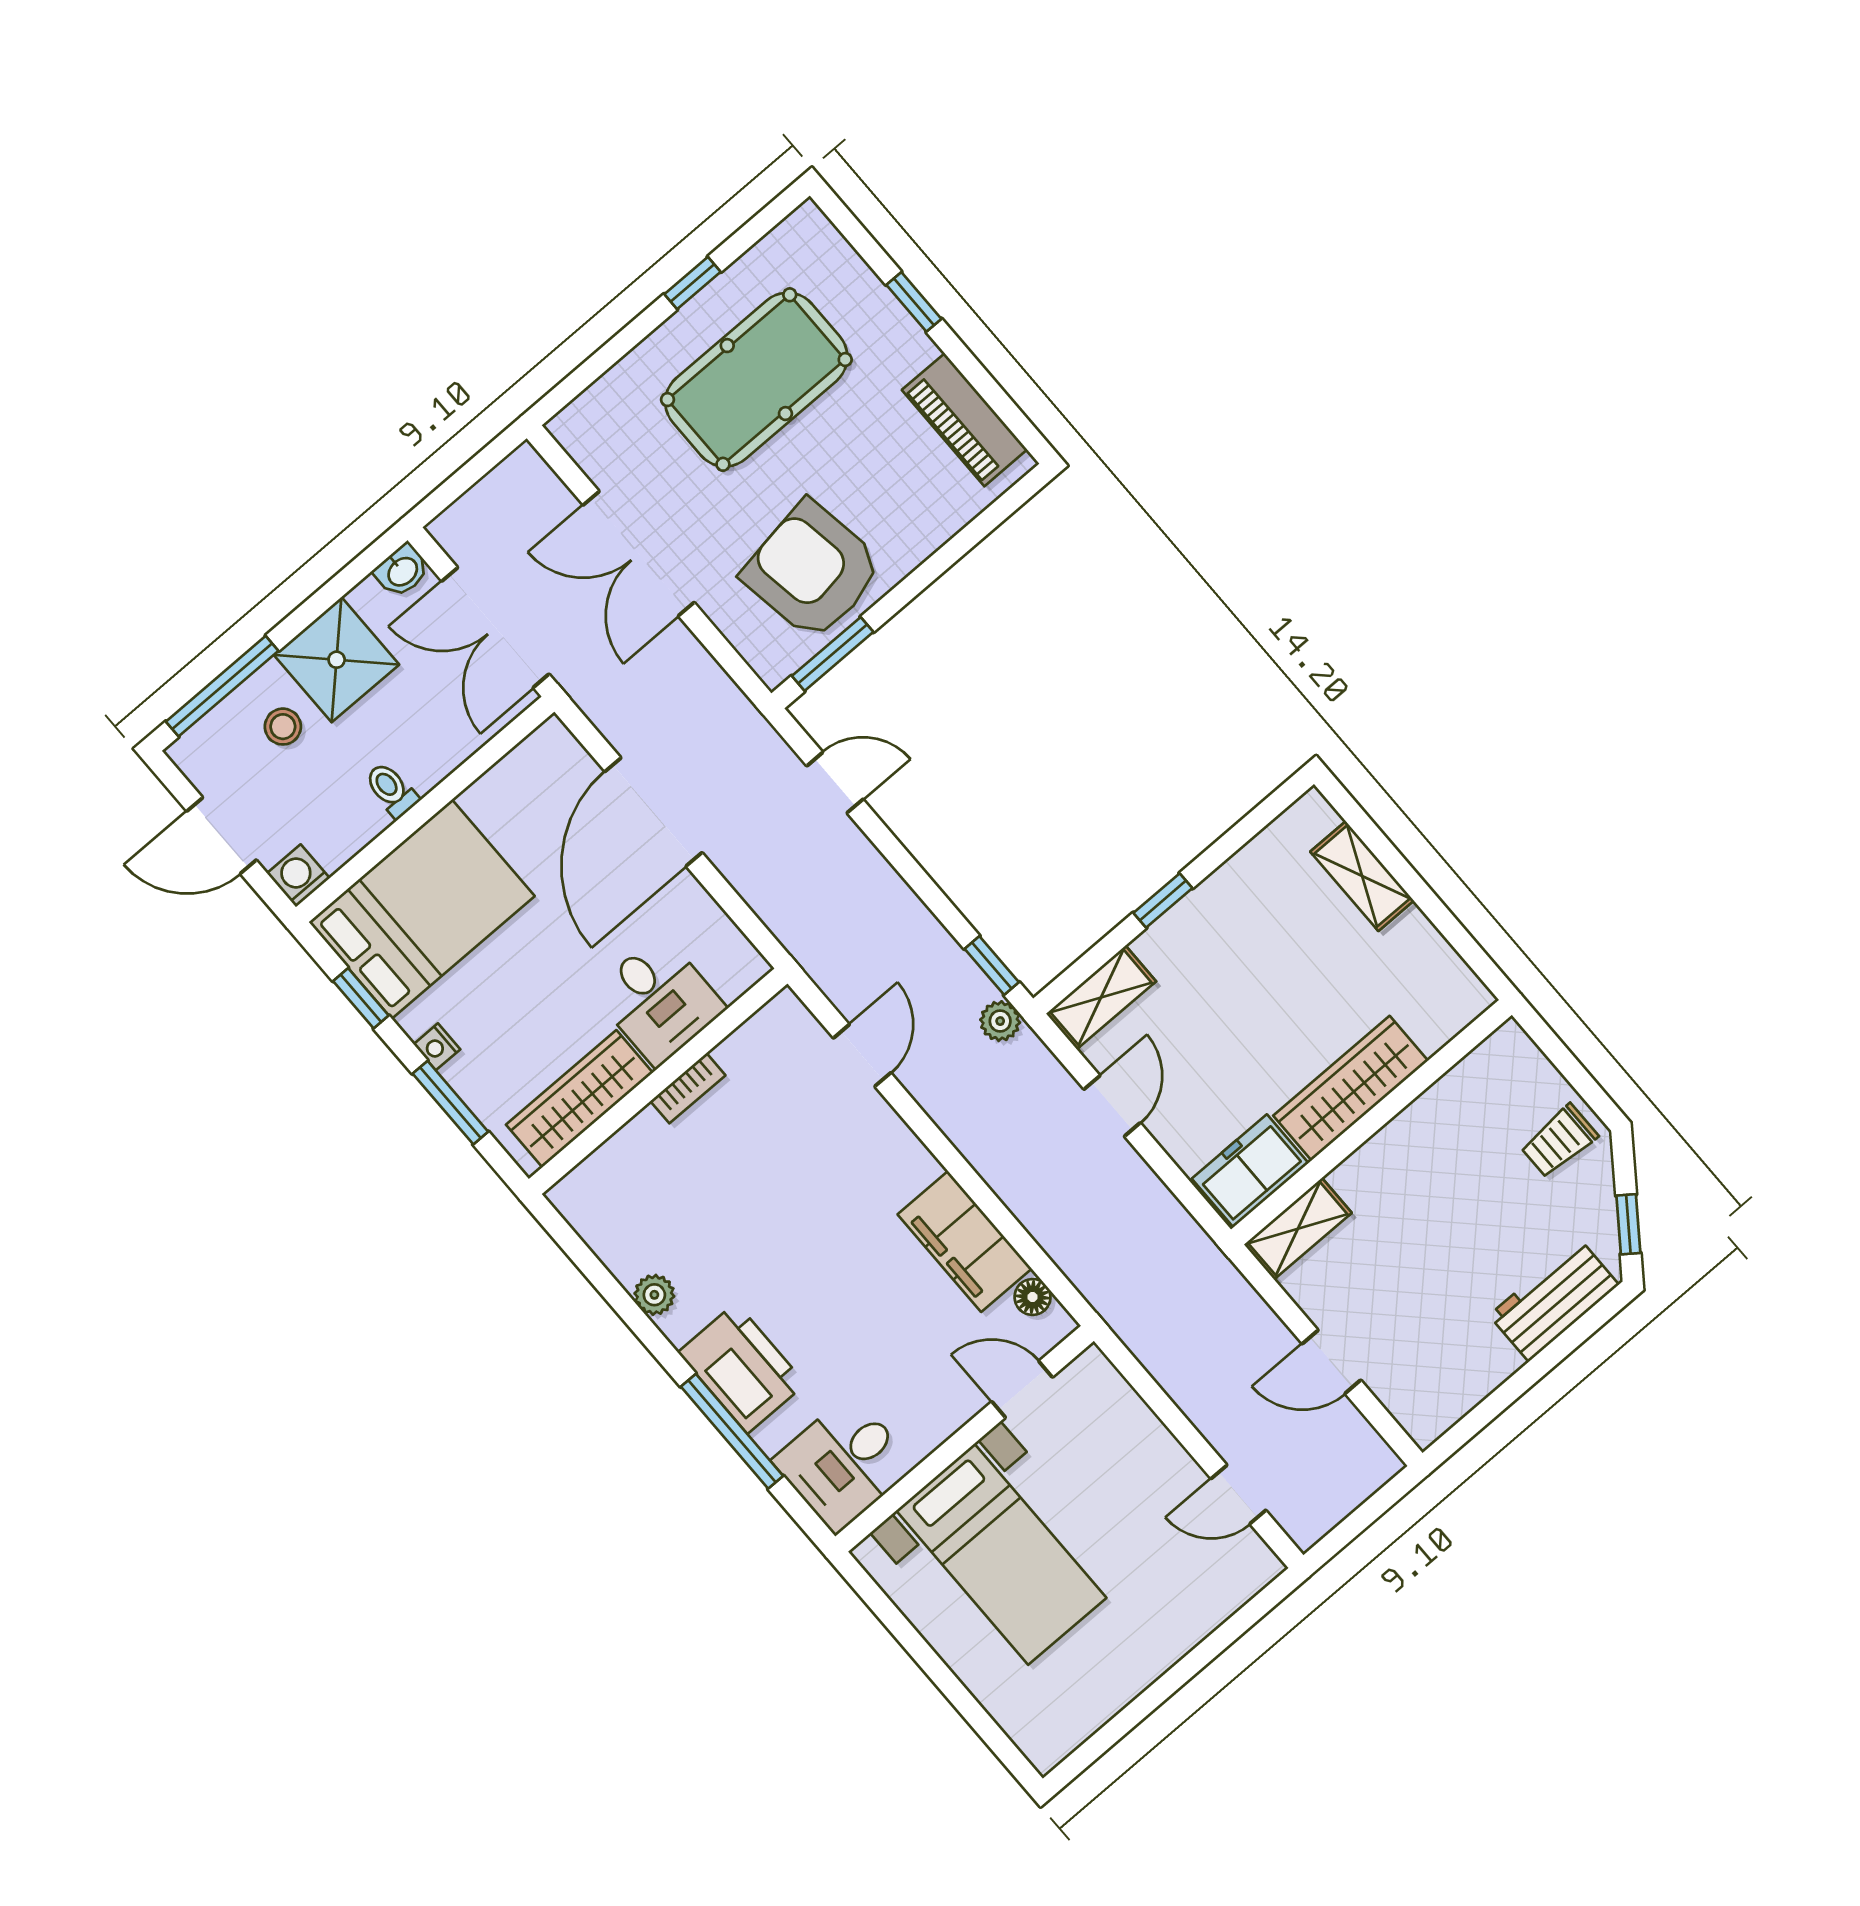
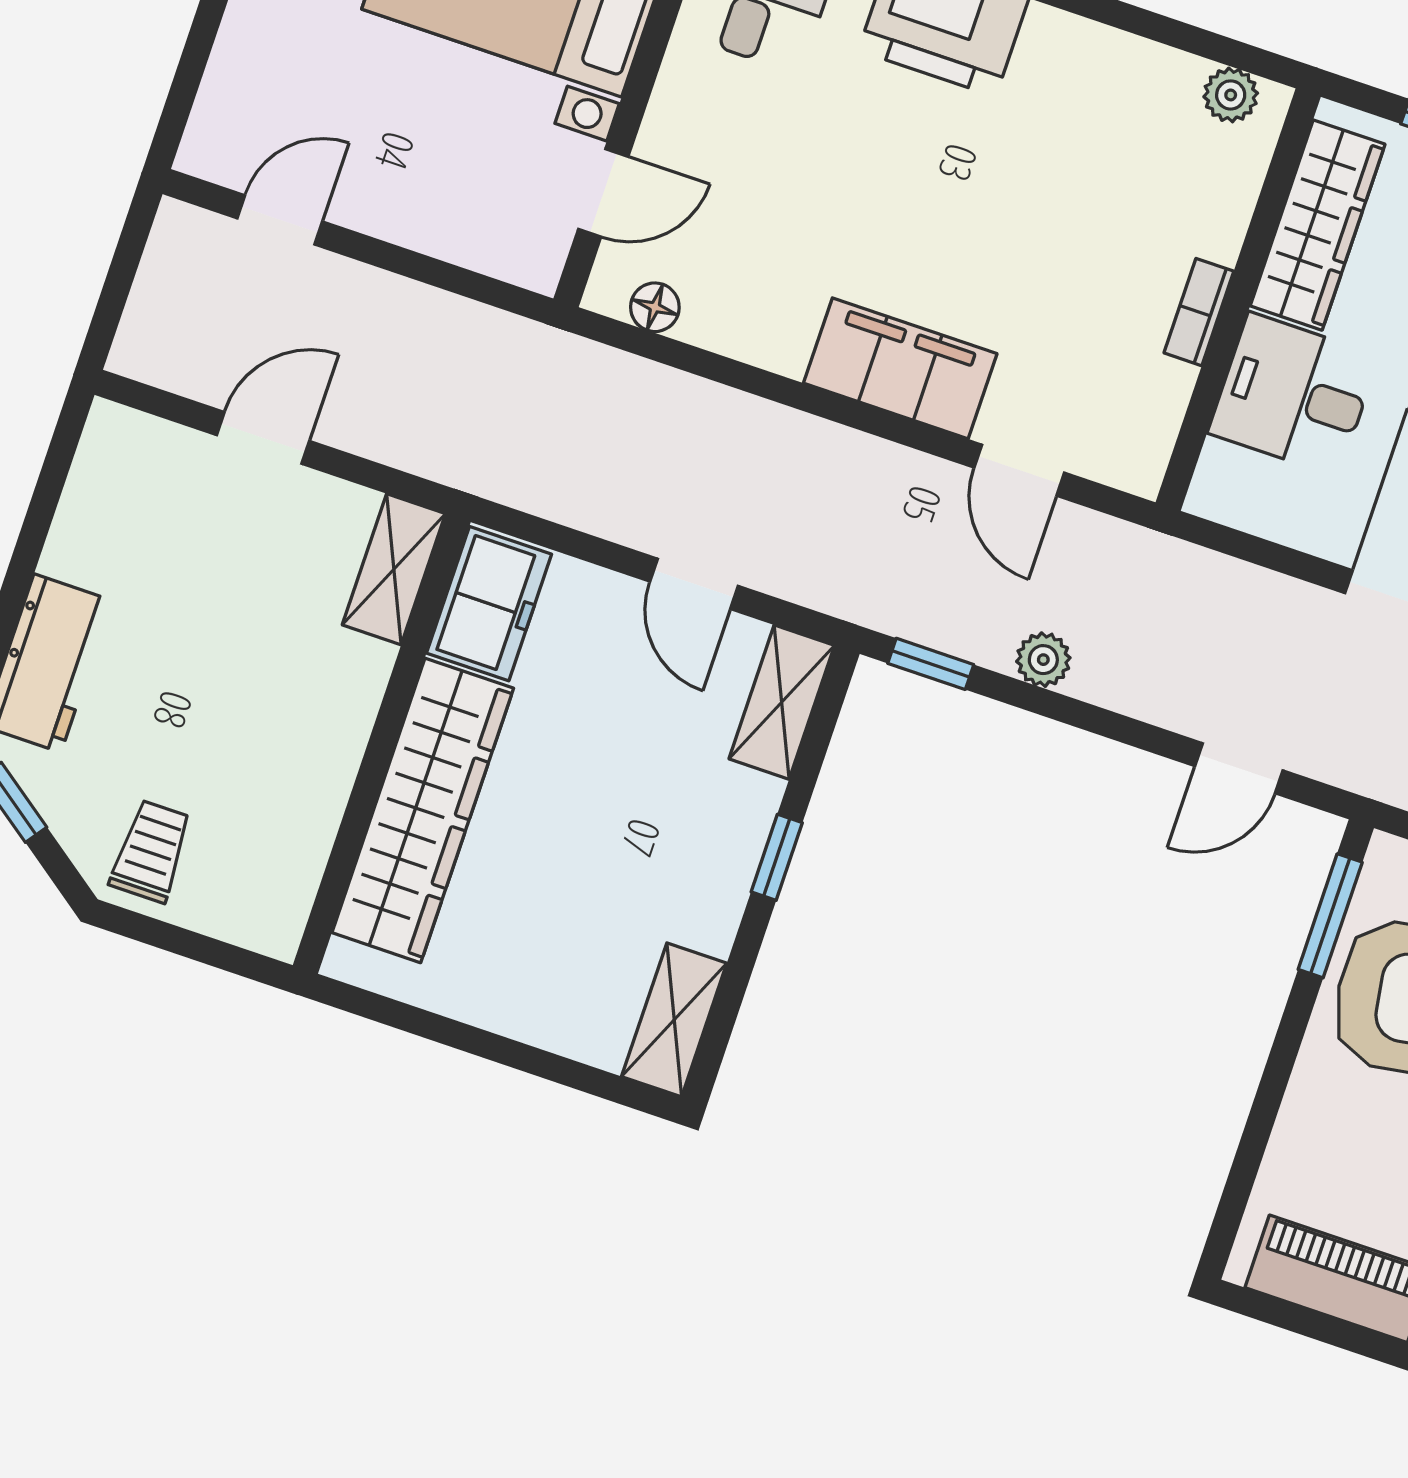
shelving: (1362, 876) -> (674, 1020), moved, turned 90
plant: (1000, 1021) -> (1043, 660), moved
wardrobe: (1351, 1088) -> (423, 810), width x1.40, depth x1.17
filing cabinet: (965, 1241) -> (900, 368), moved
plant: (654, 1295) -> (1231, 95), moved

